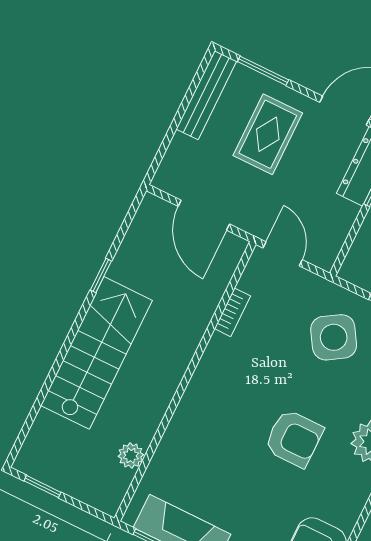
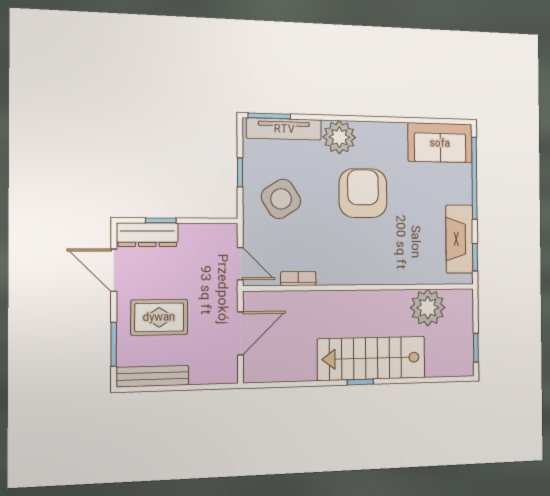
door: (283, 254) -> (240, 264), swing flipped
window: (101, 275) -> (360, 382), moved
armchair: (294, 438) -> (363, 193), width x1.36, depth x1.36
plant: (131, 456) -> (428, 308), width x1.87, depth x1.87

